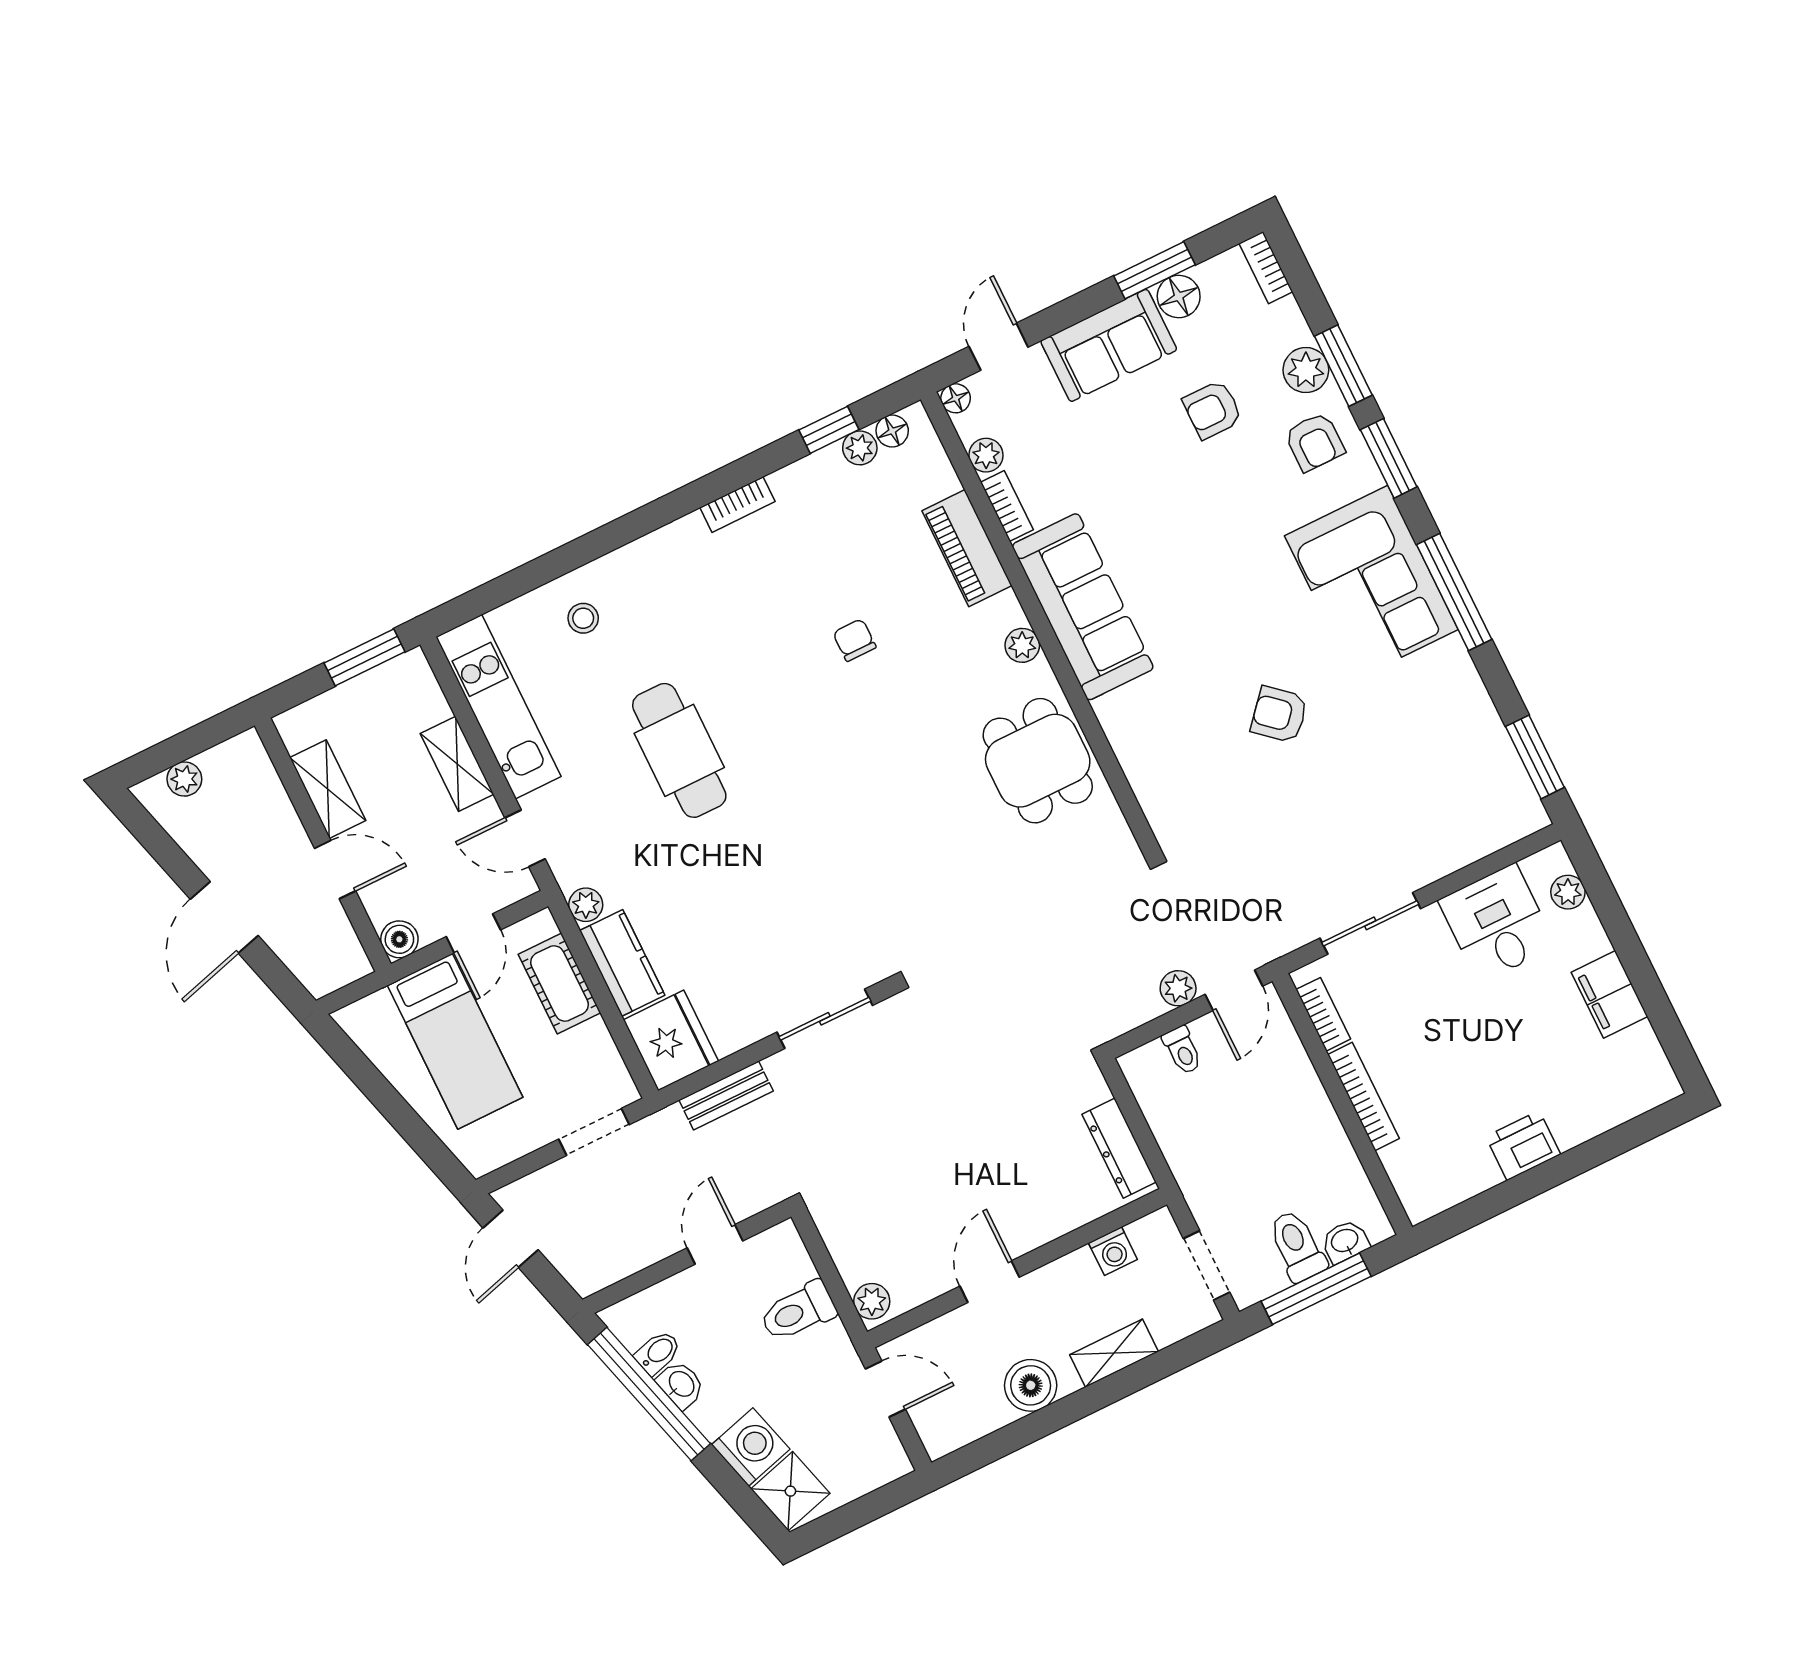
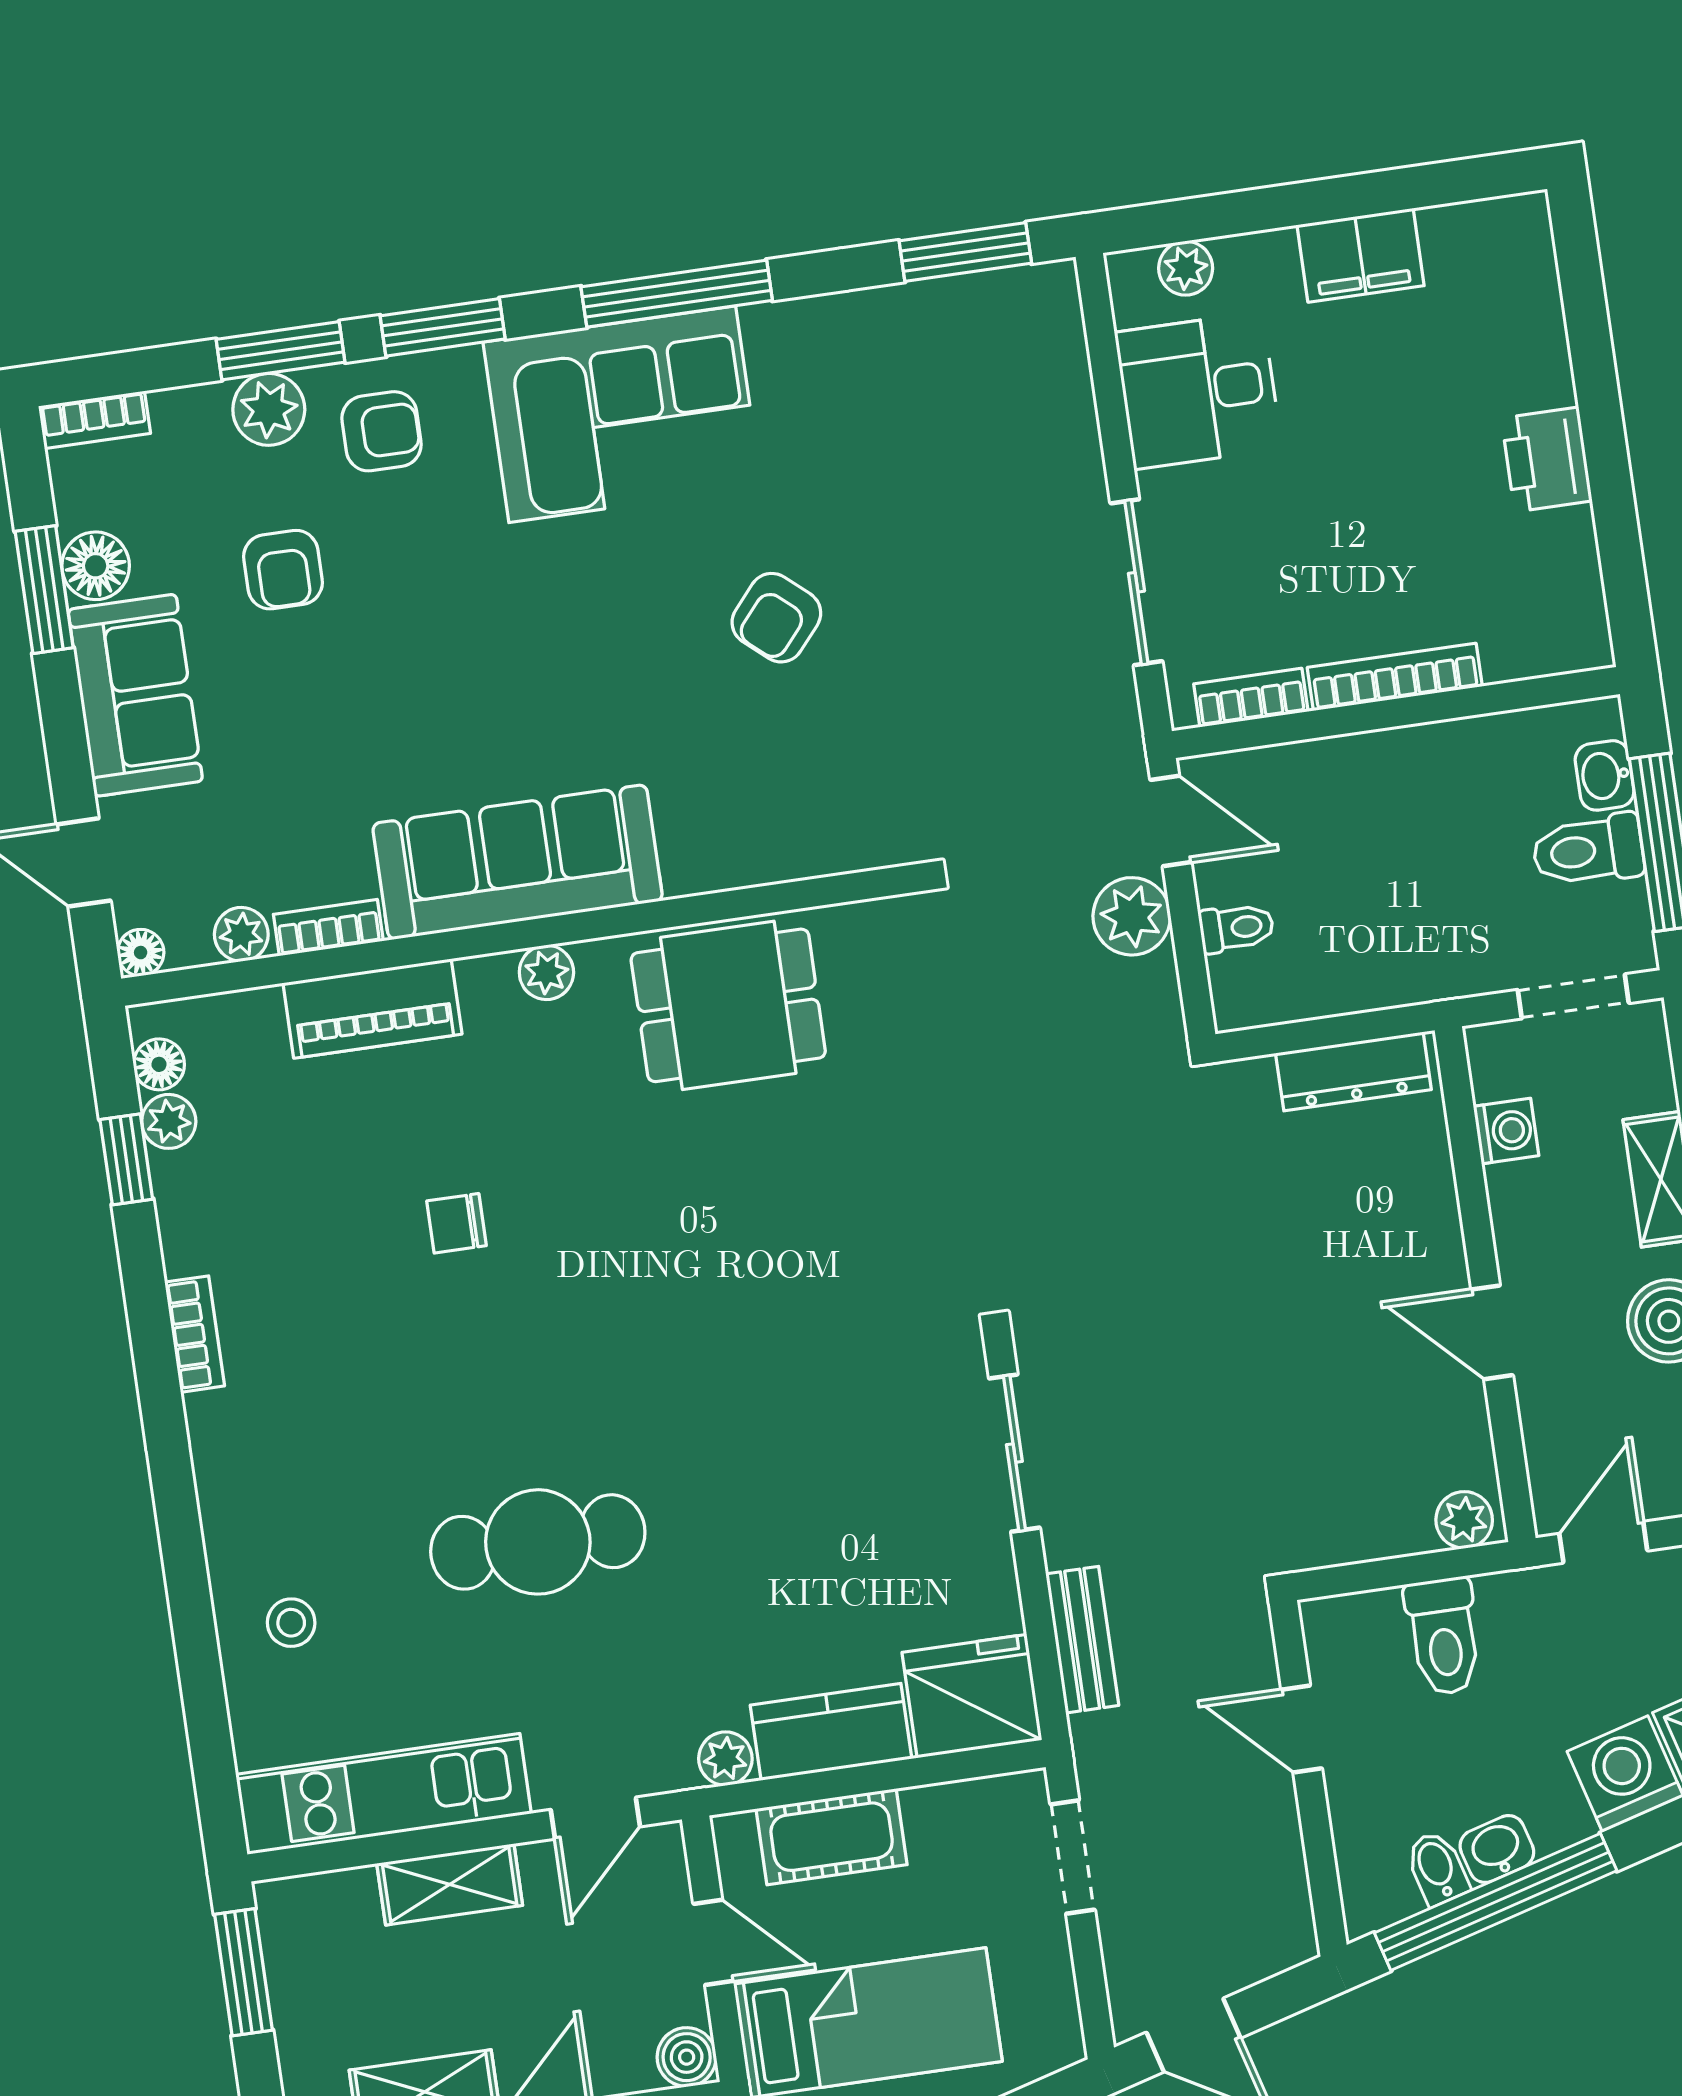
plant: (1178, 988) -> (1132, 916), width x1.38, depth x1.38

